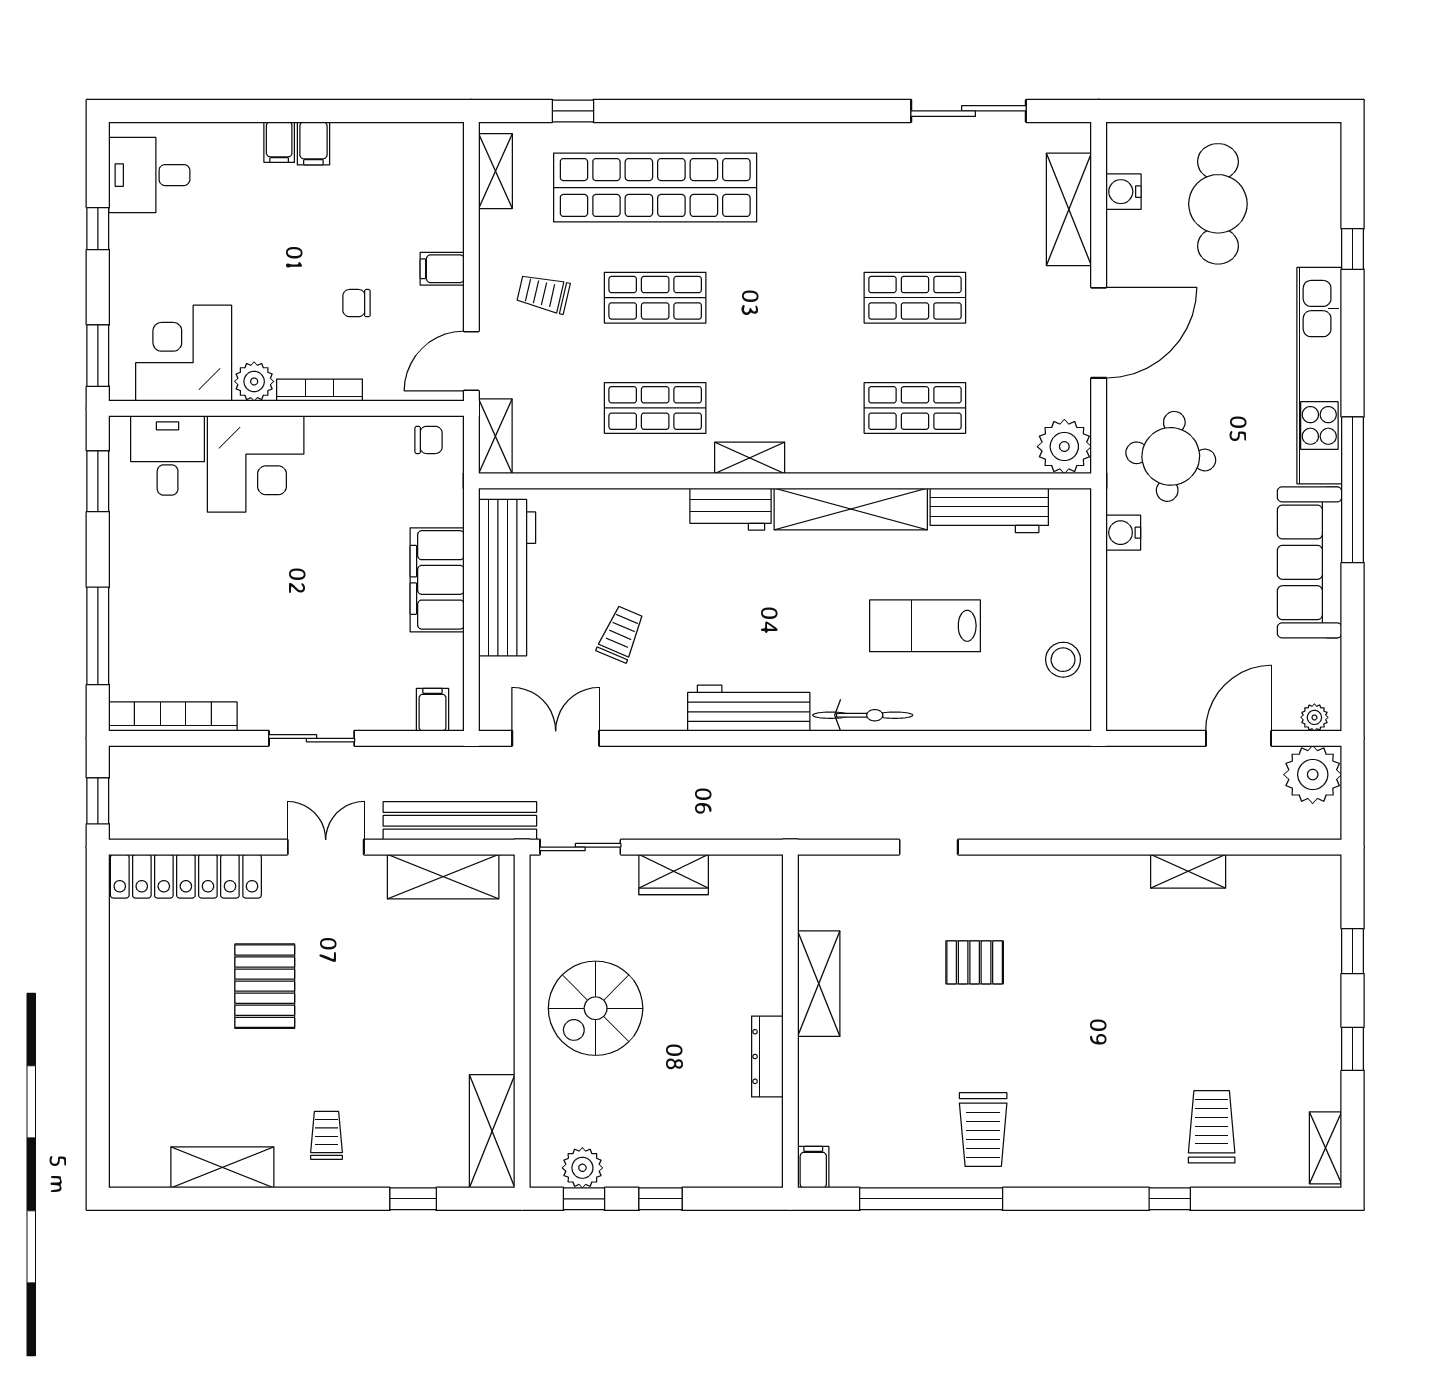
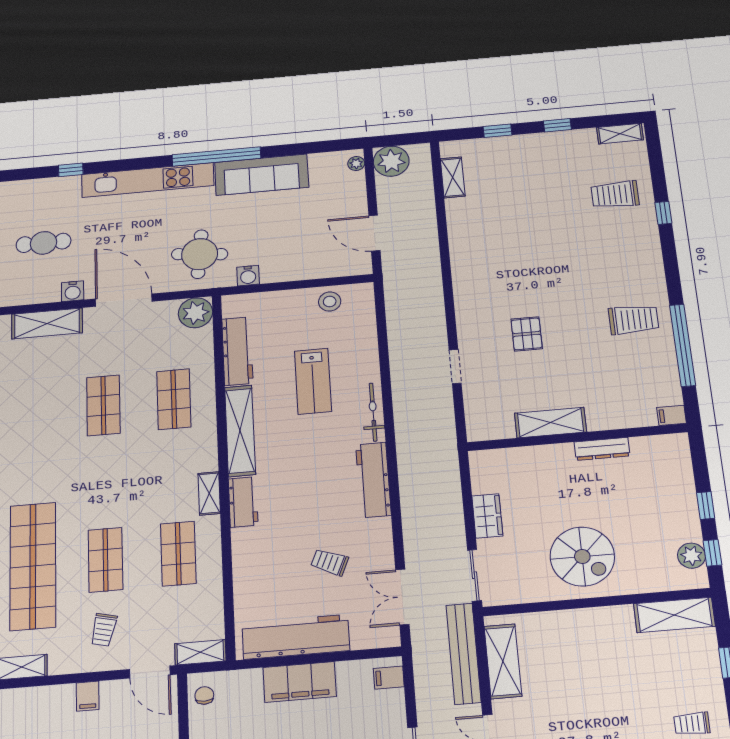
water cooler: (1124, 192) -> (73, 291), moved
cafe table: (1218, 204) -> (44, 243), width x0.73, depth x0.74
door: (1239, 738) -> (374, 233), moved
shelving: (1188, 871) -> (453, 177), moved

